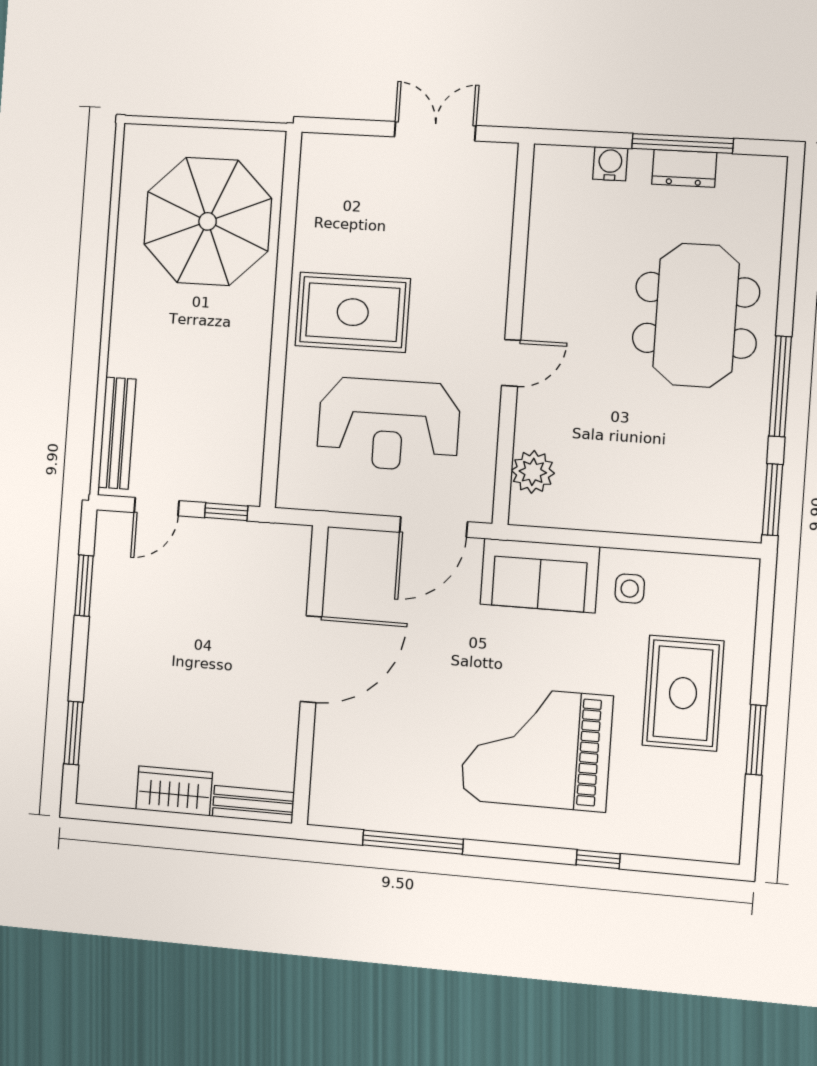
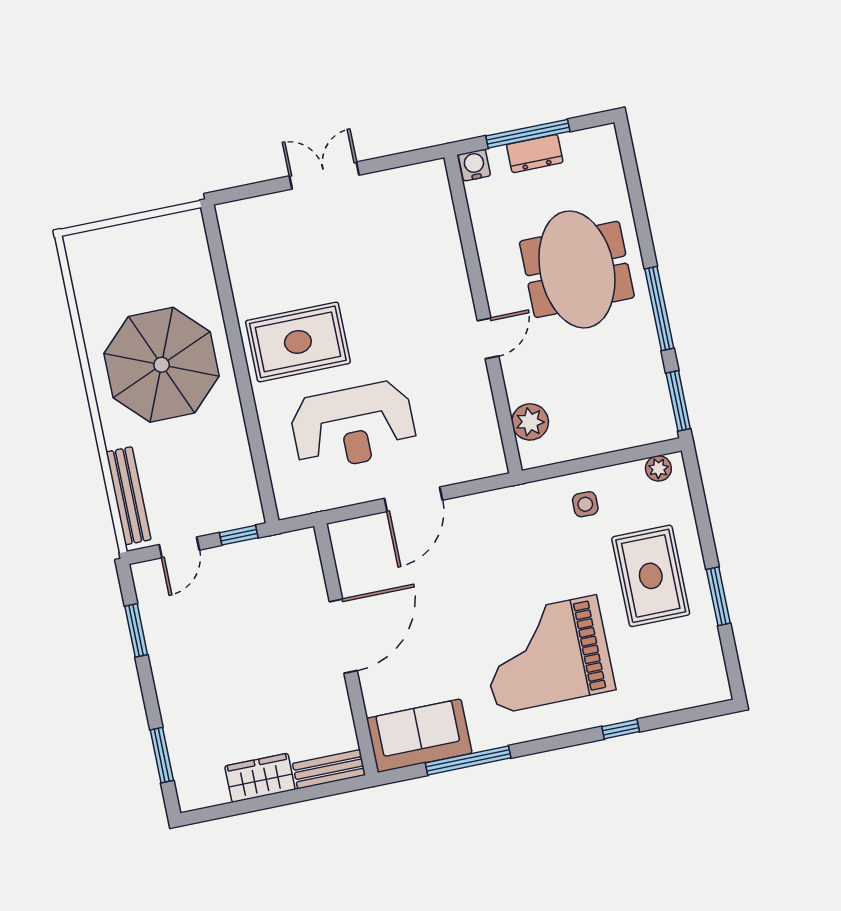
parasol: (208, 221) -> (162, 365), moved
wall: (513, 334) -> (483, 314), moved
door: (511, 363) -> (488, 338), moved
plant: (533, 472) -> (530, 422), moved
plant: (727, 571) -> (658, 468), added
sofa: (540, 575) -> (419, 736), moved, turned 180

